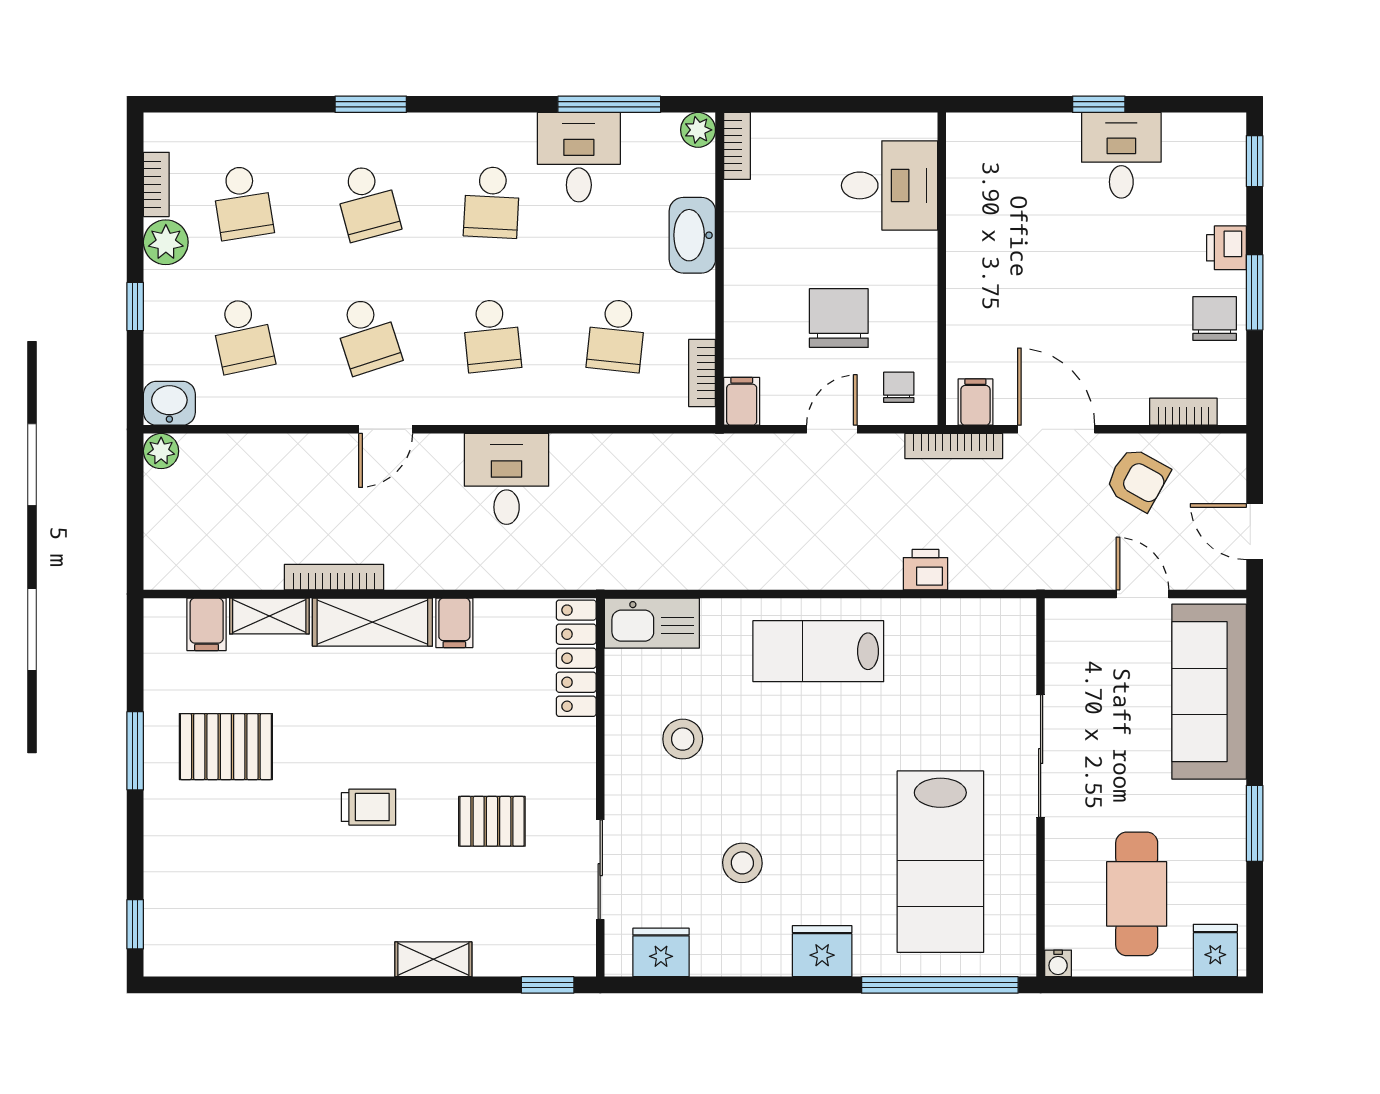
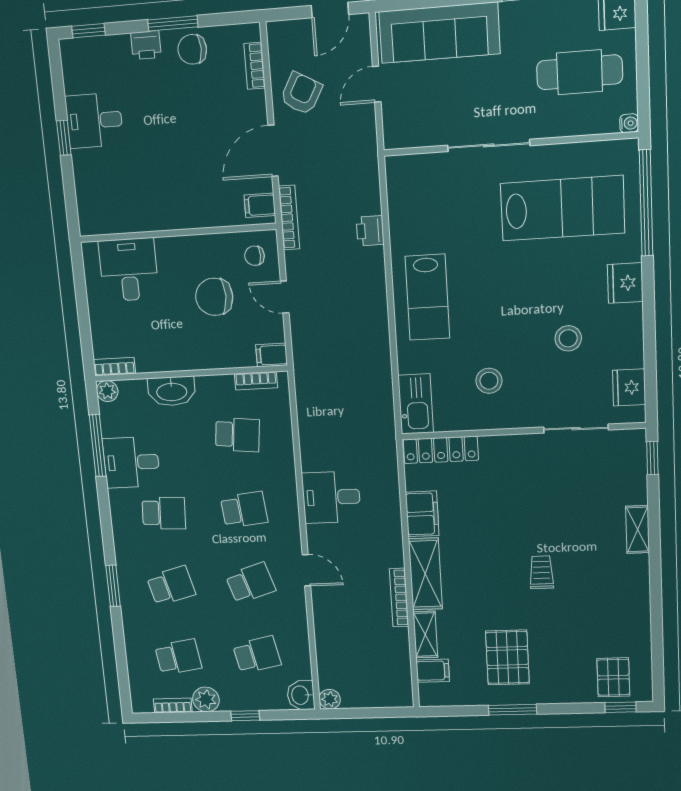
filing cabinet: (454, 623) -> (422, 514), width x2.00
pallet: (492, 821) -> (613, 677), moved

